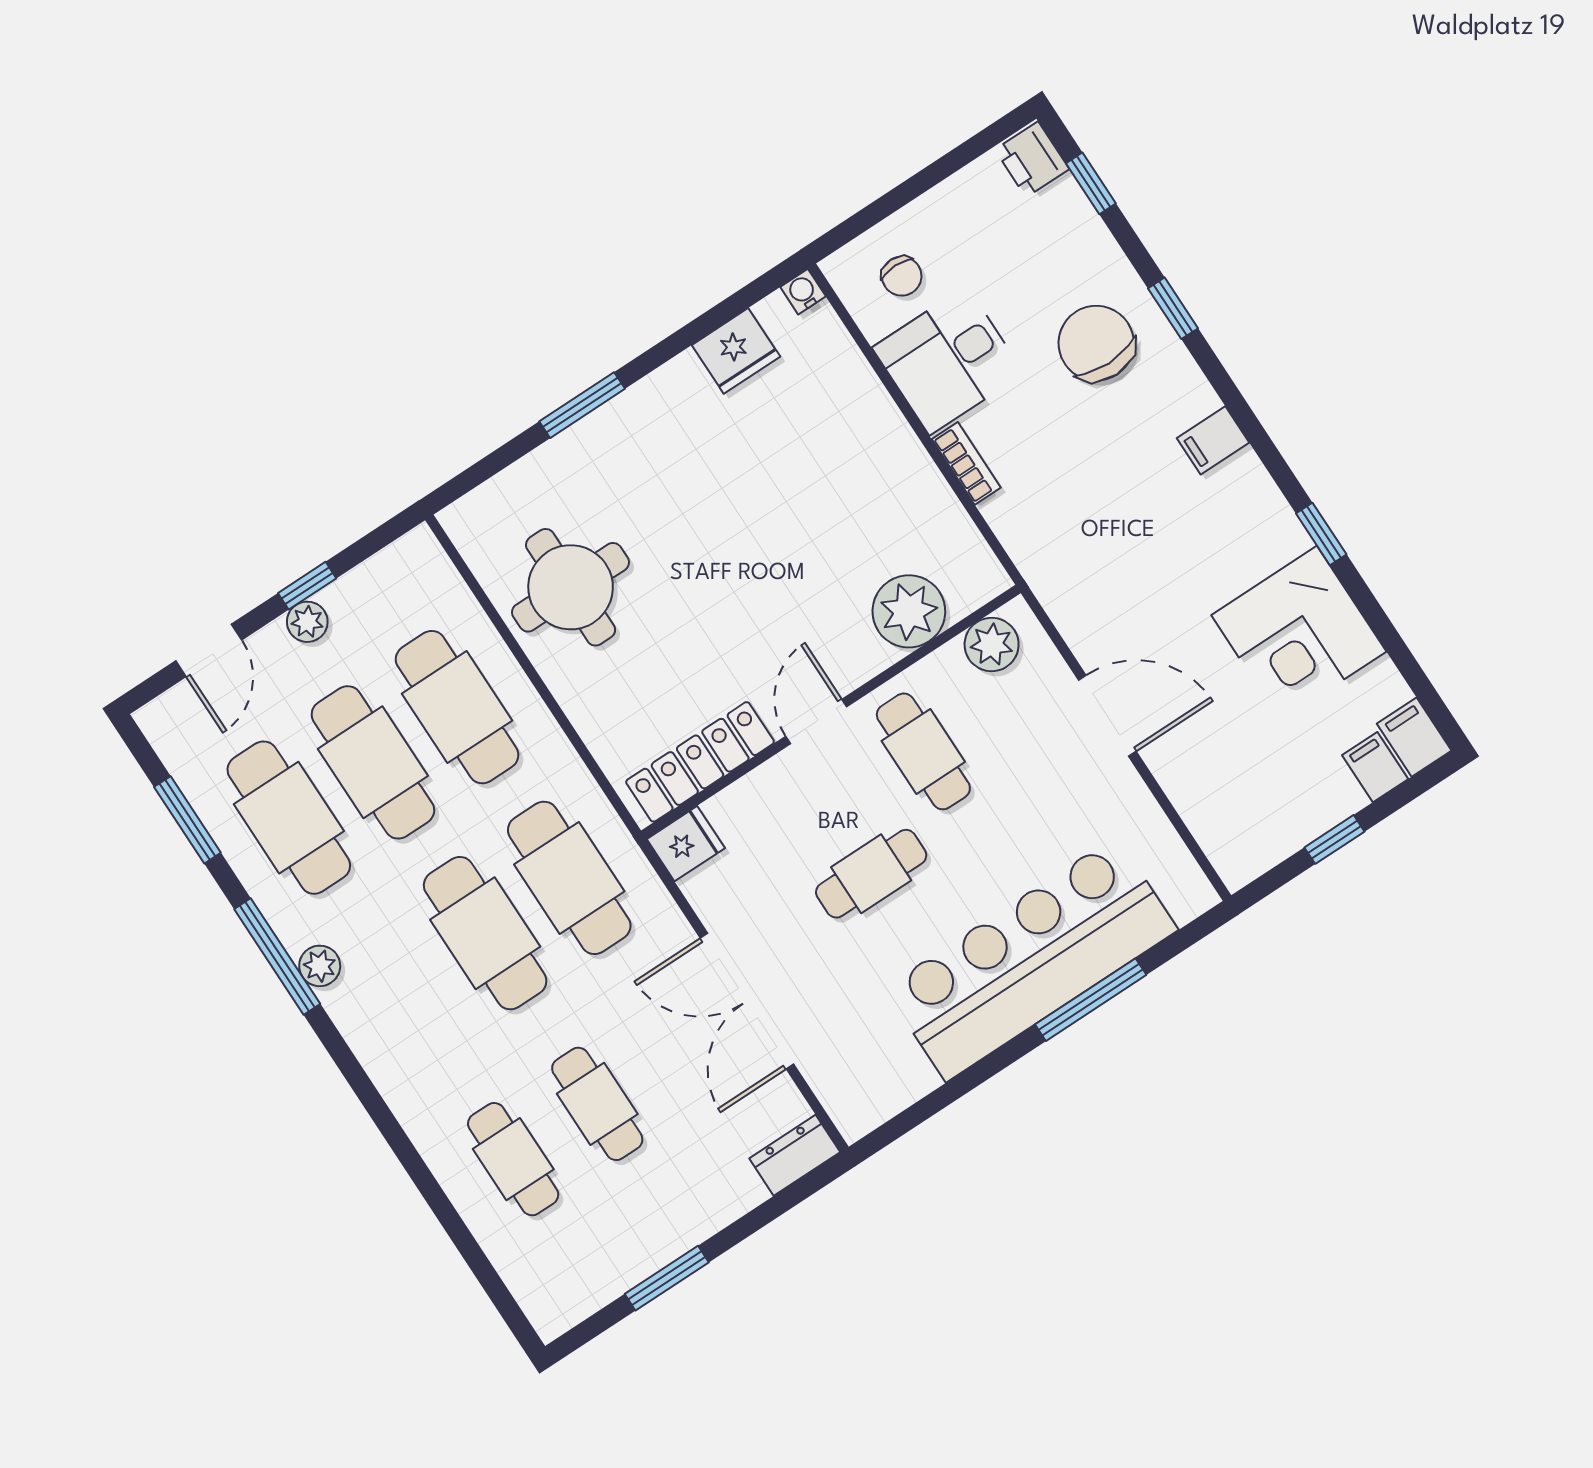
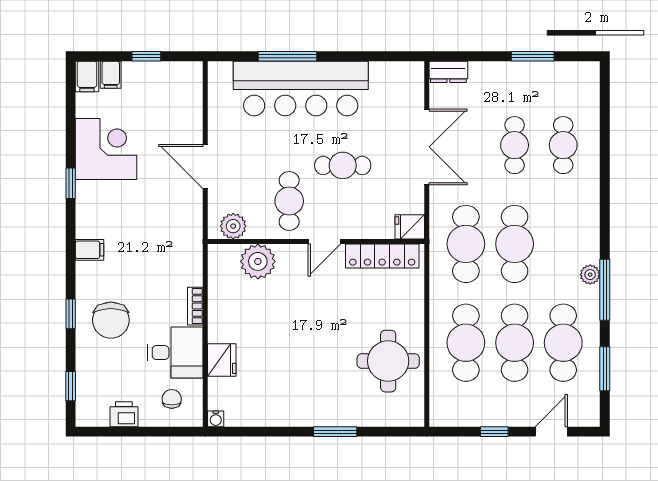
printer: (1032, 159) -> (124, 414), moved, turned -90
fridge: (736, 351) -> (222, 360), moved, turned 90
plant: (307, 622) -> (504, 417), removed

